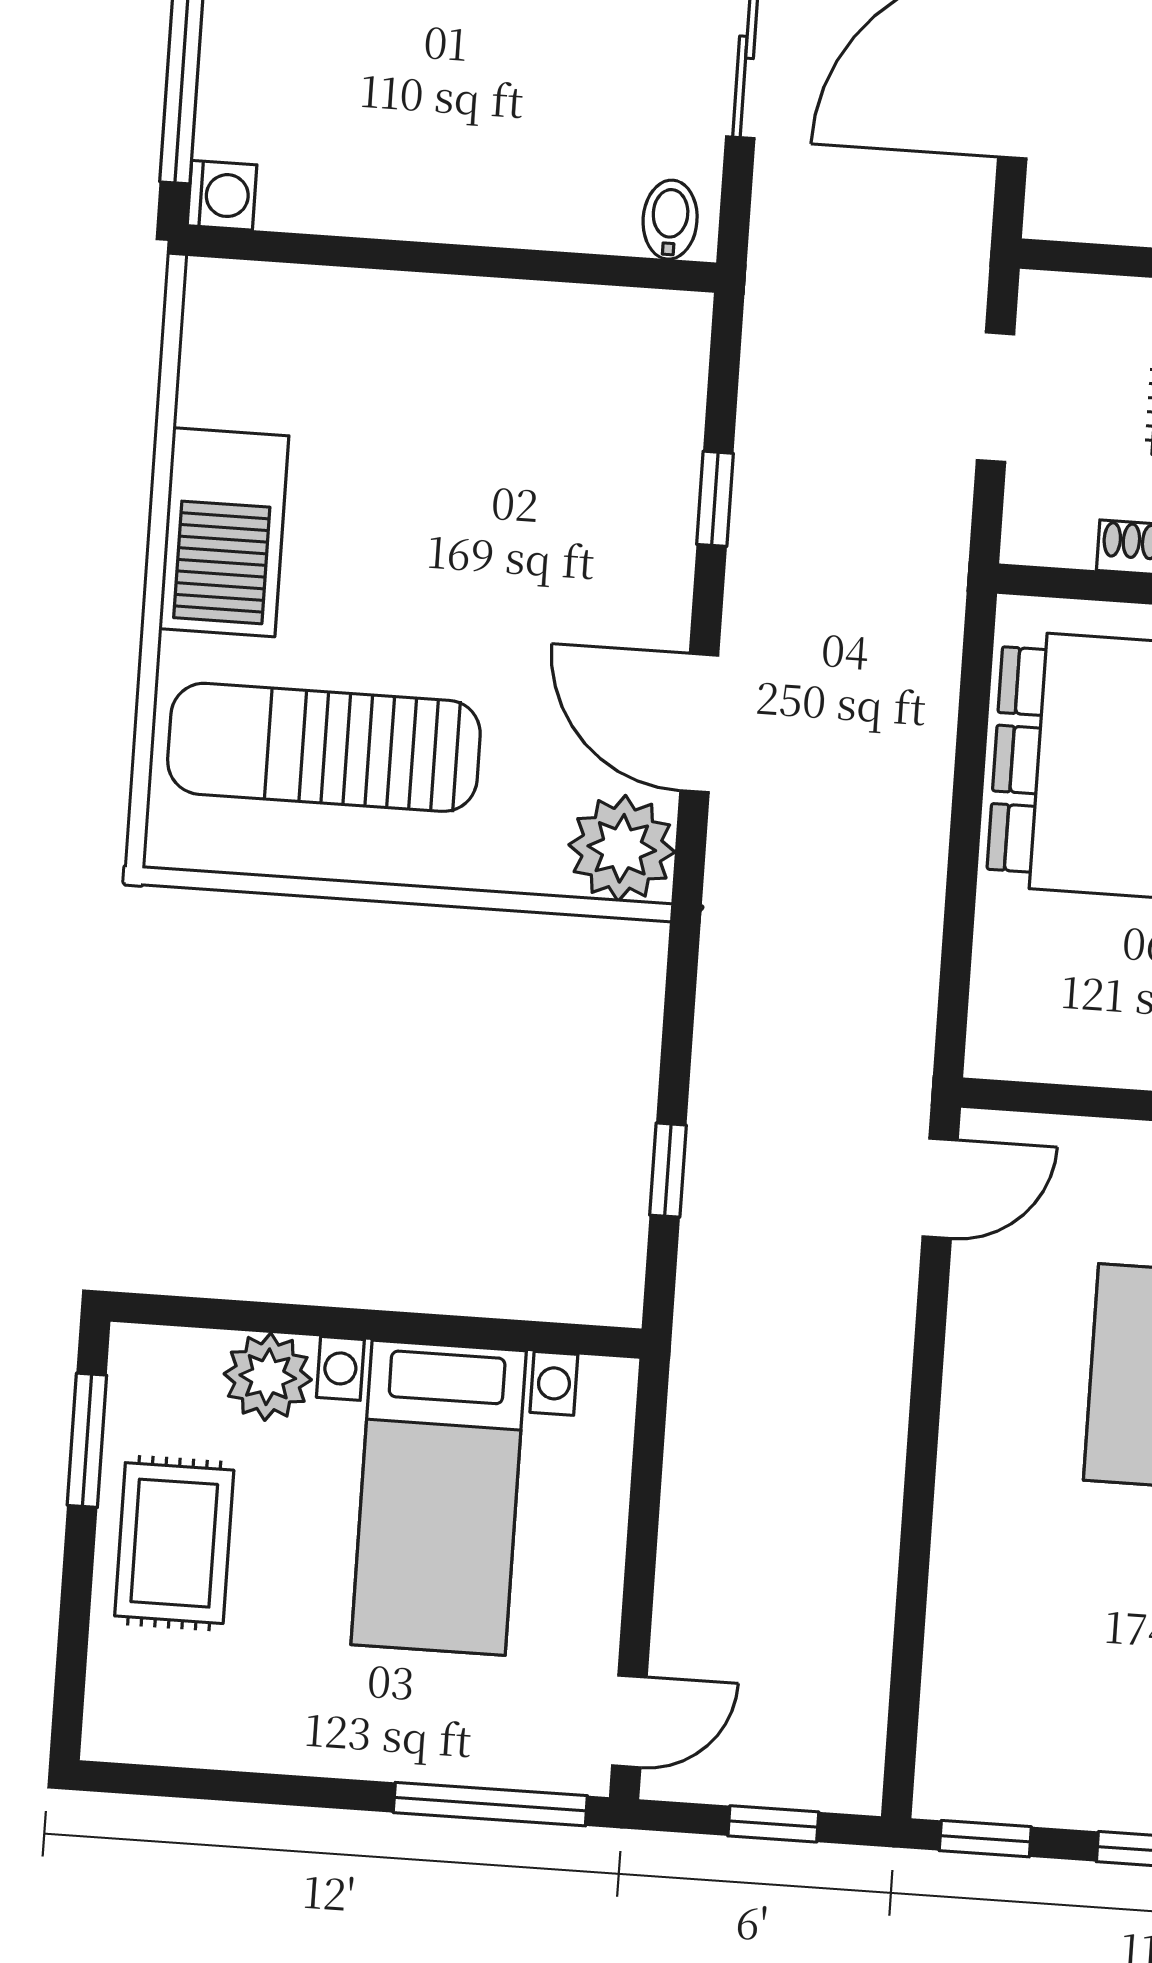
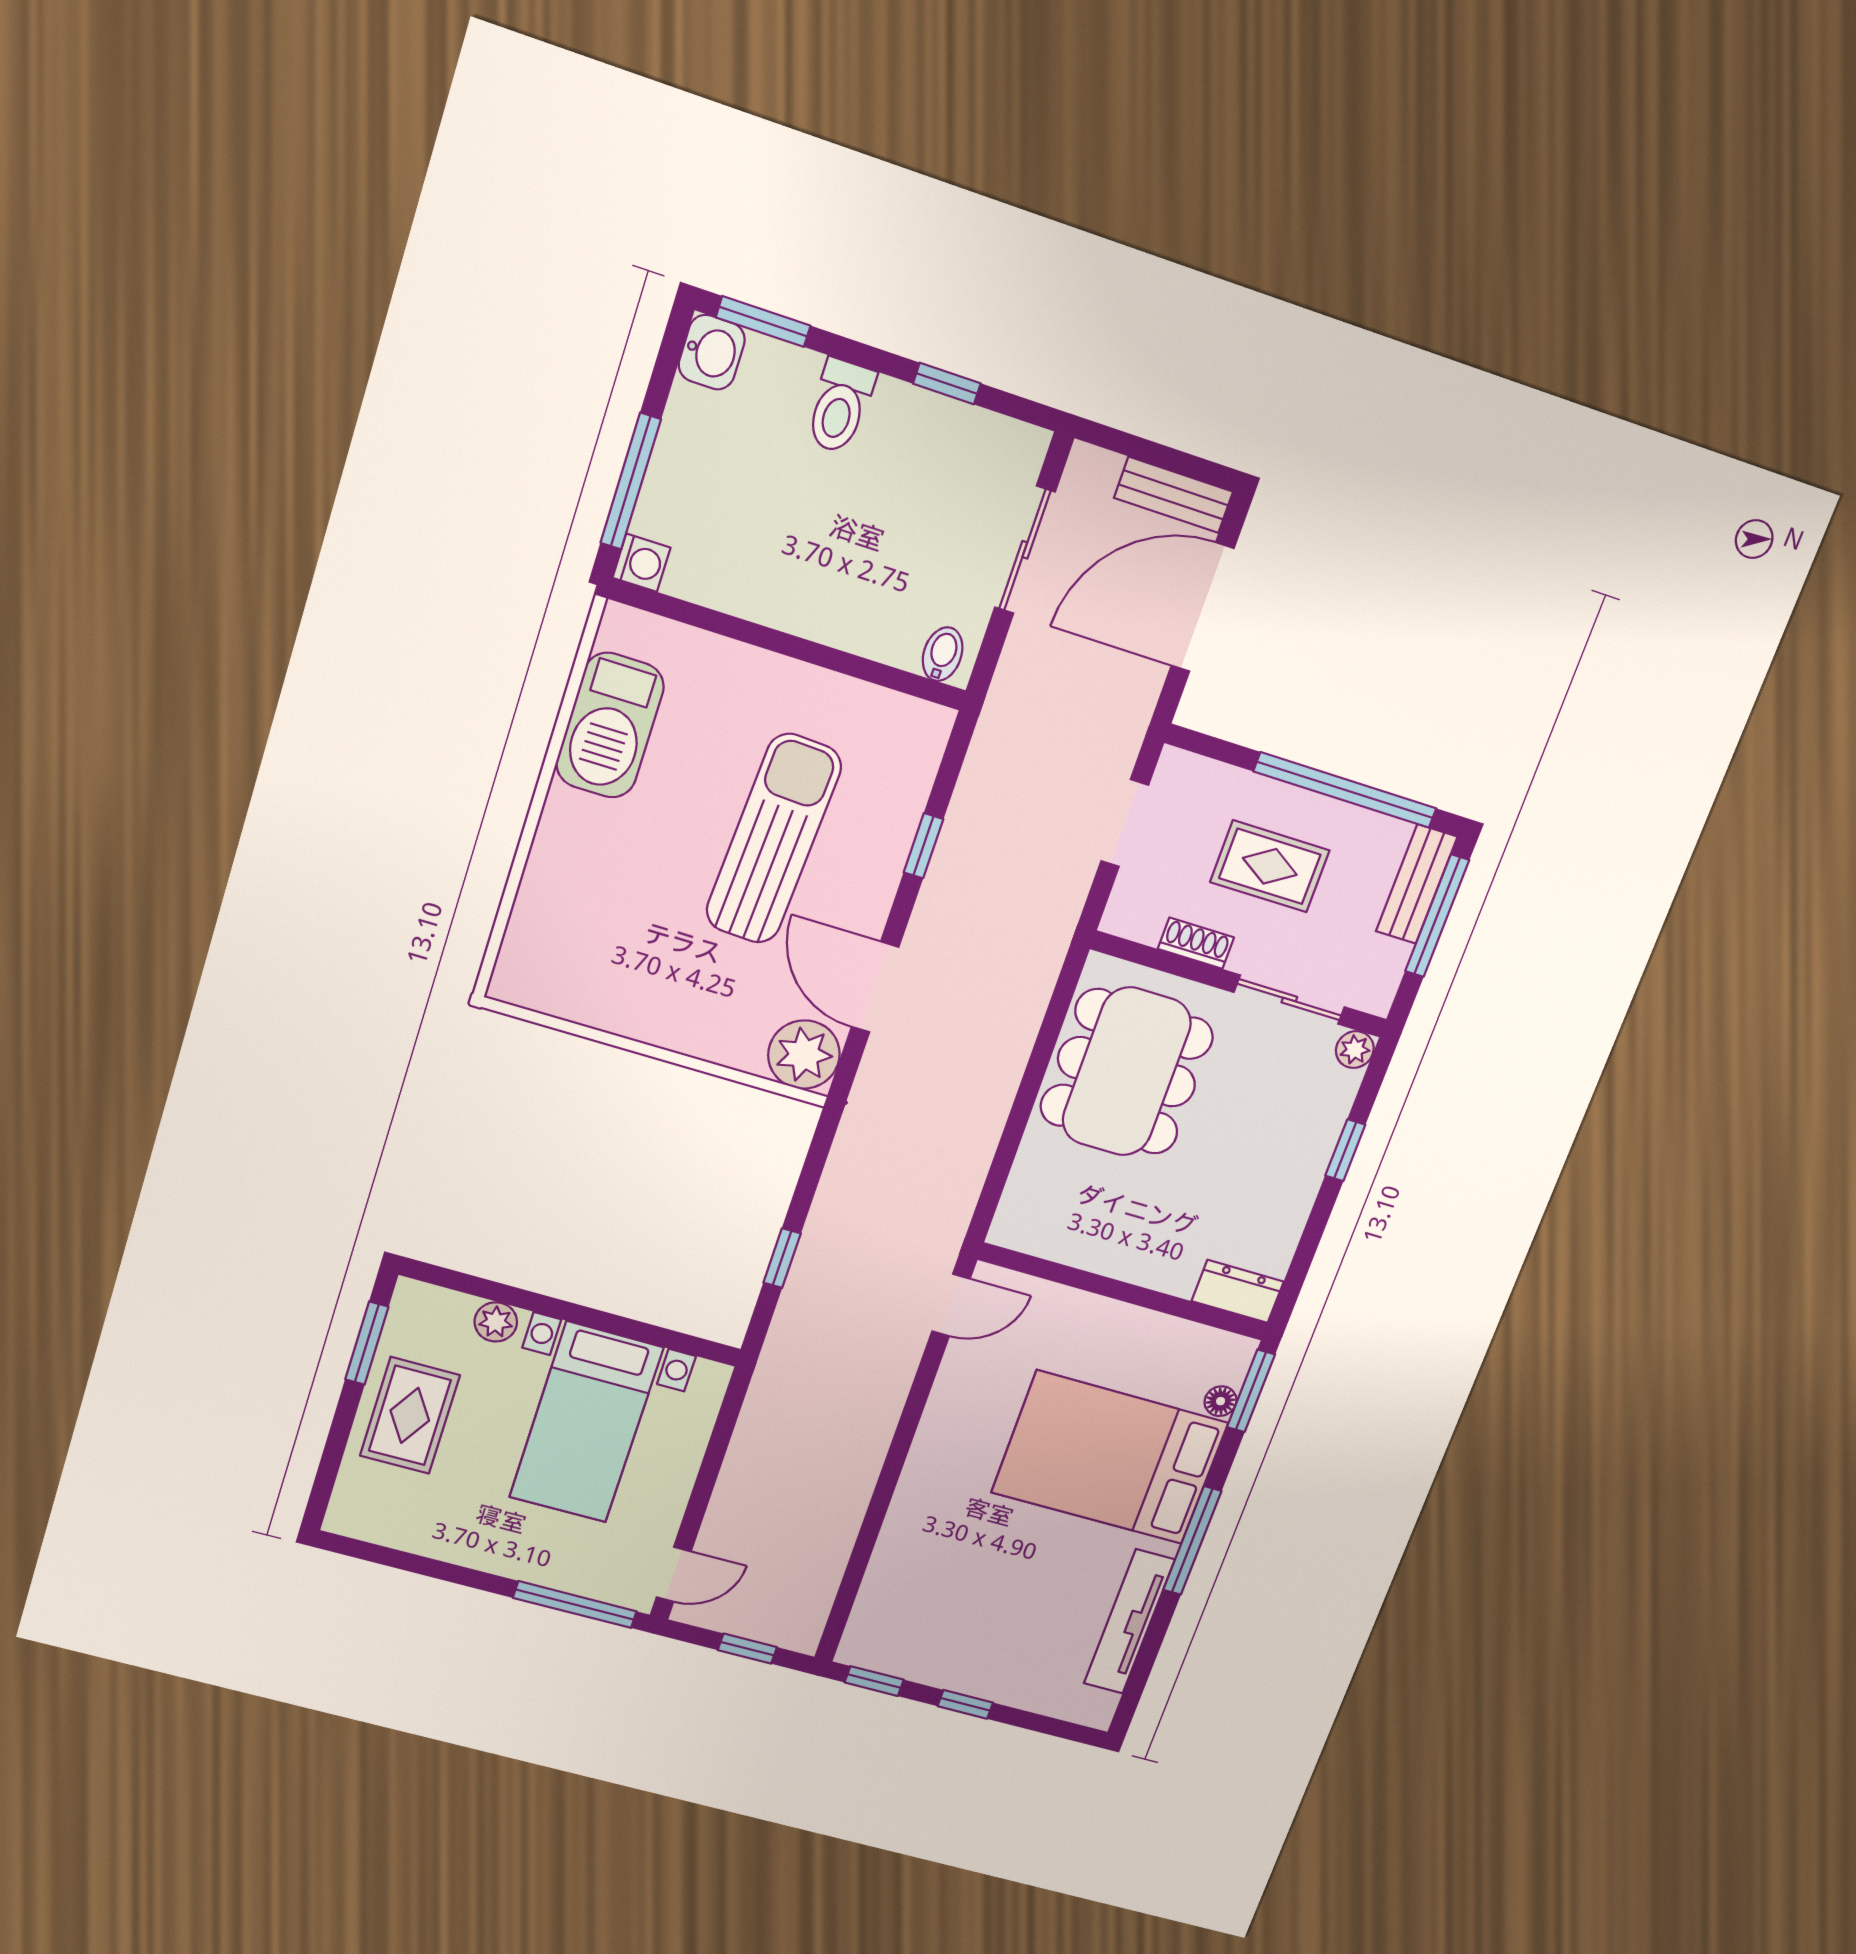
barbecue: (224, 532) -> (610, 725), moved
sun lounger: (324, 747) -> (774, 839), moved, turned 93
plant: (268, 1377) -> (496, 1322), width x0.73, depth x0.73

